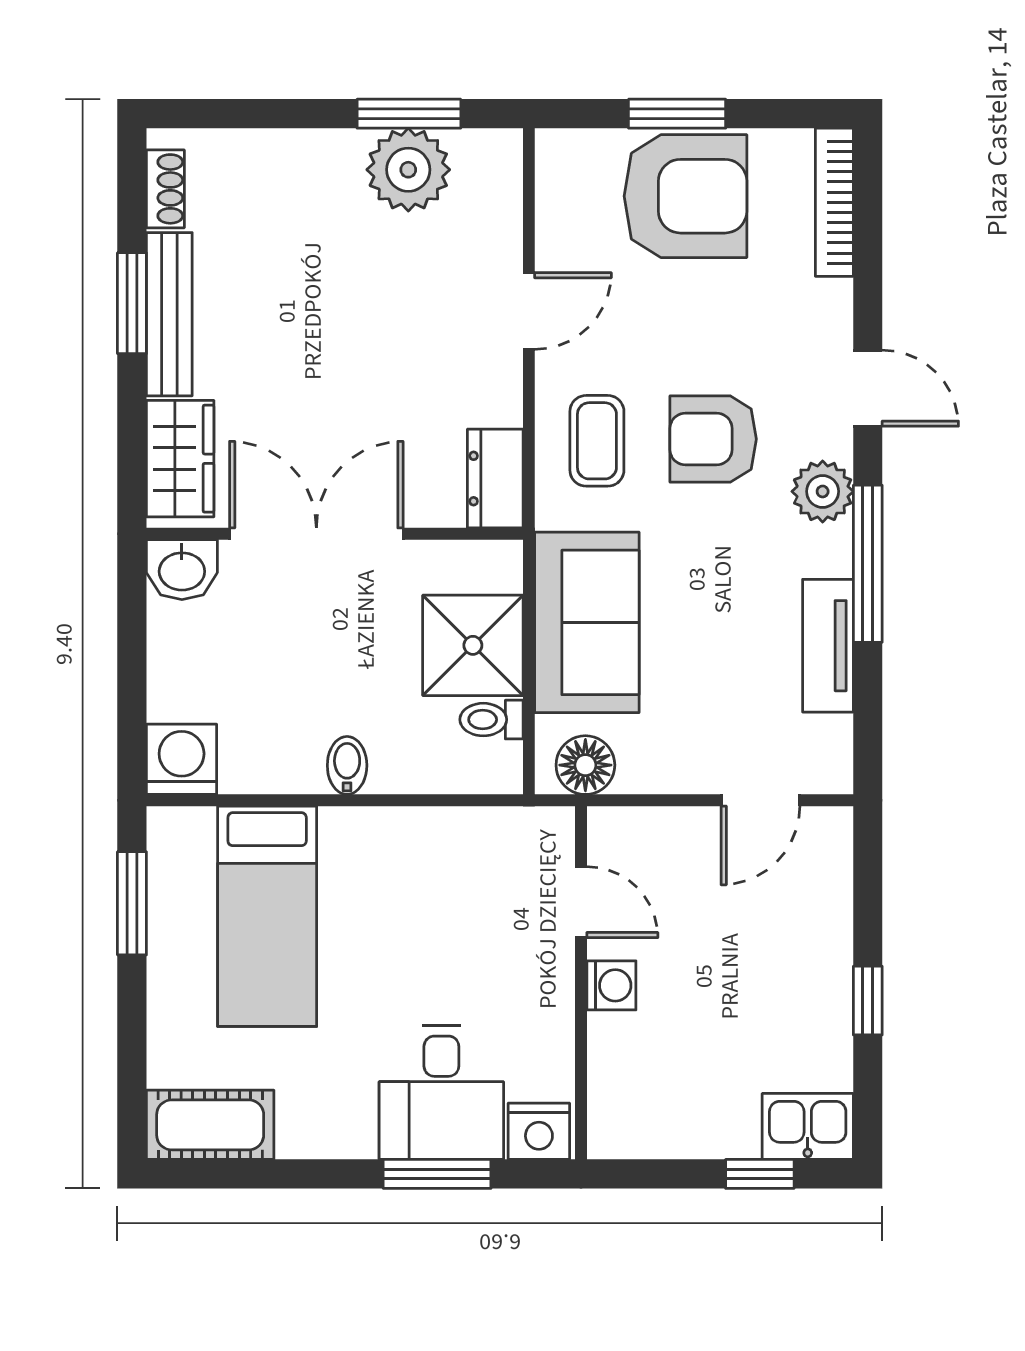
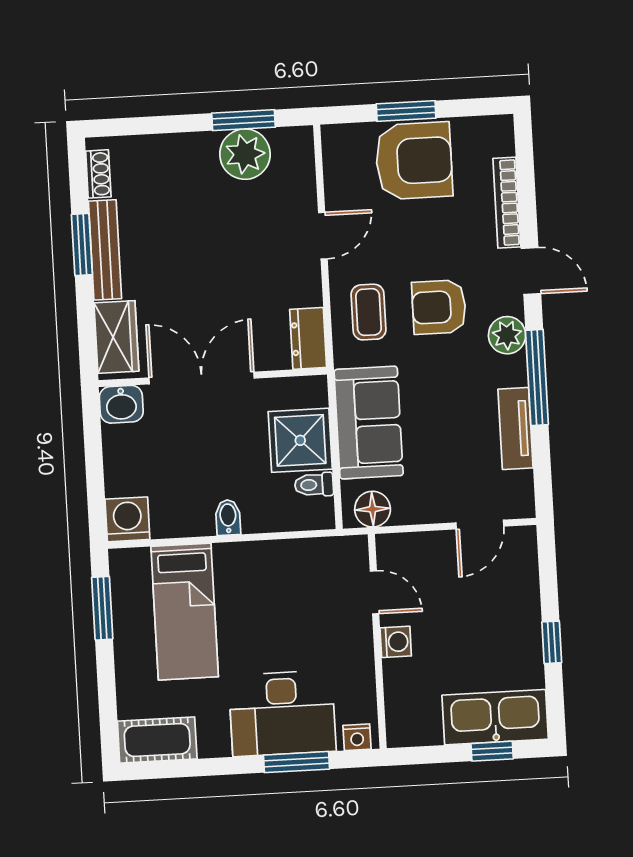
bookcase: (834, 202) -> (507, 203), moved
desk: (441, 1092) -> (282, 713), width x1.37
kitchen sink: (808, 1126) -> (495, 717), width x1.88, depth x1.24
nightstand: (539, 1131) -> (357, 737), width x0.72, depth x0.74

